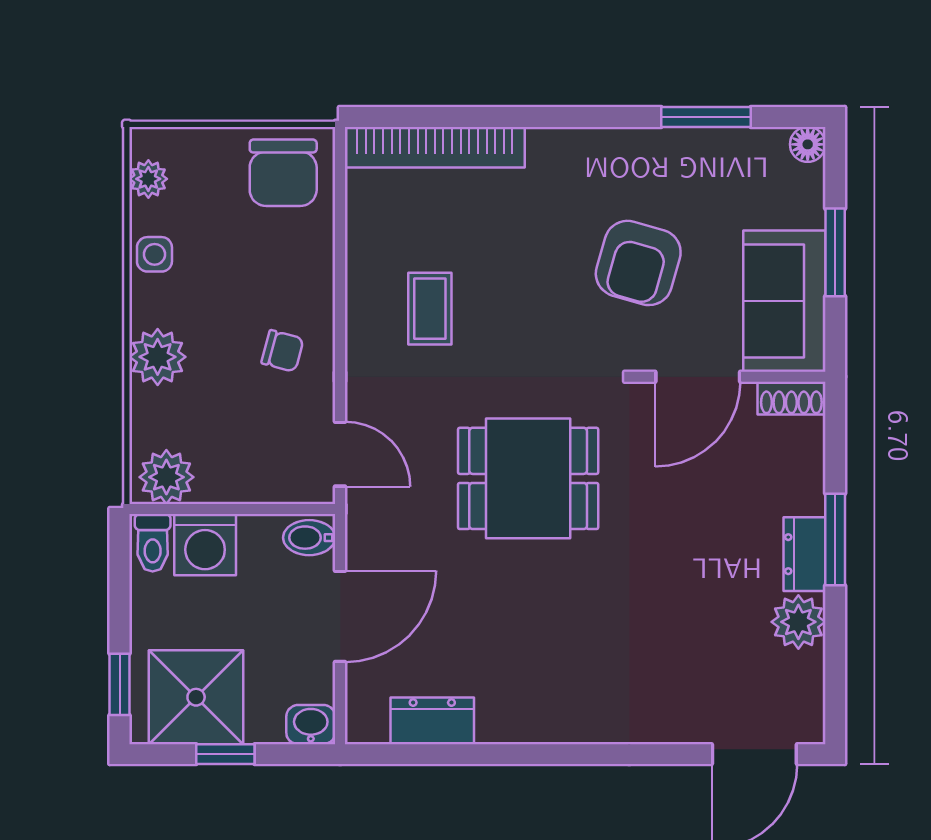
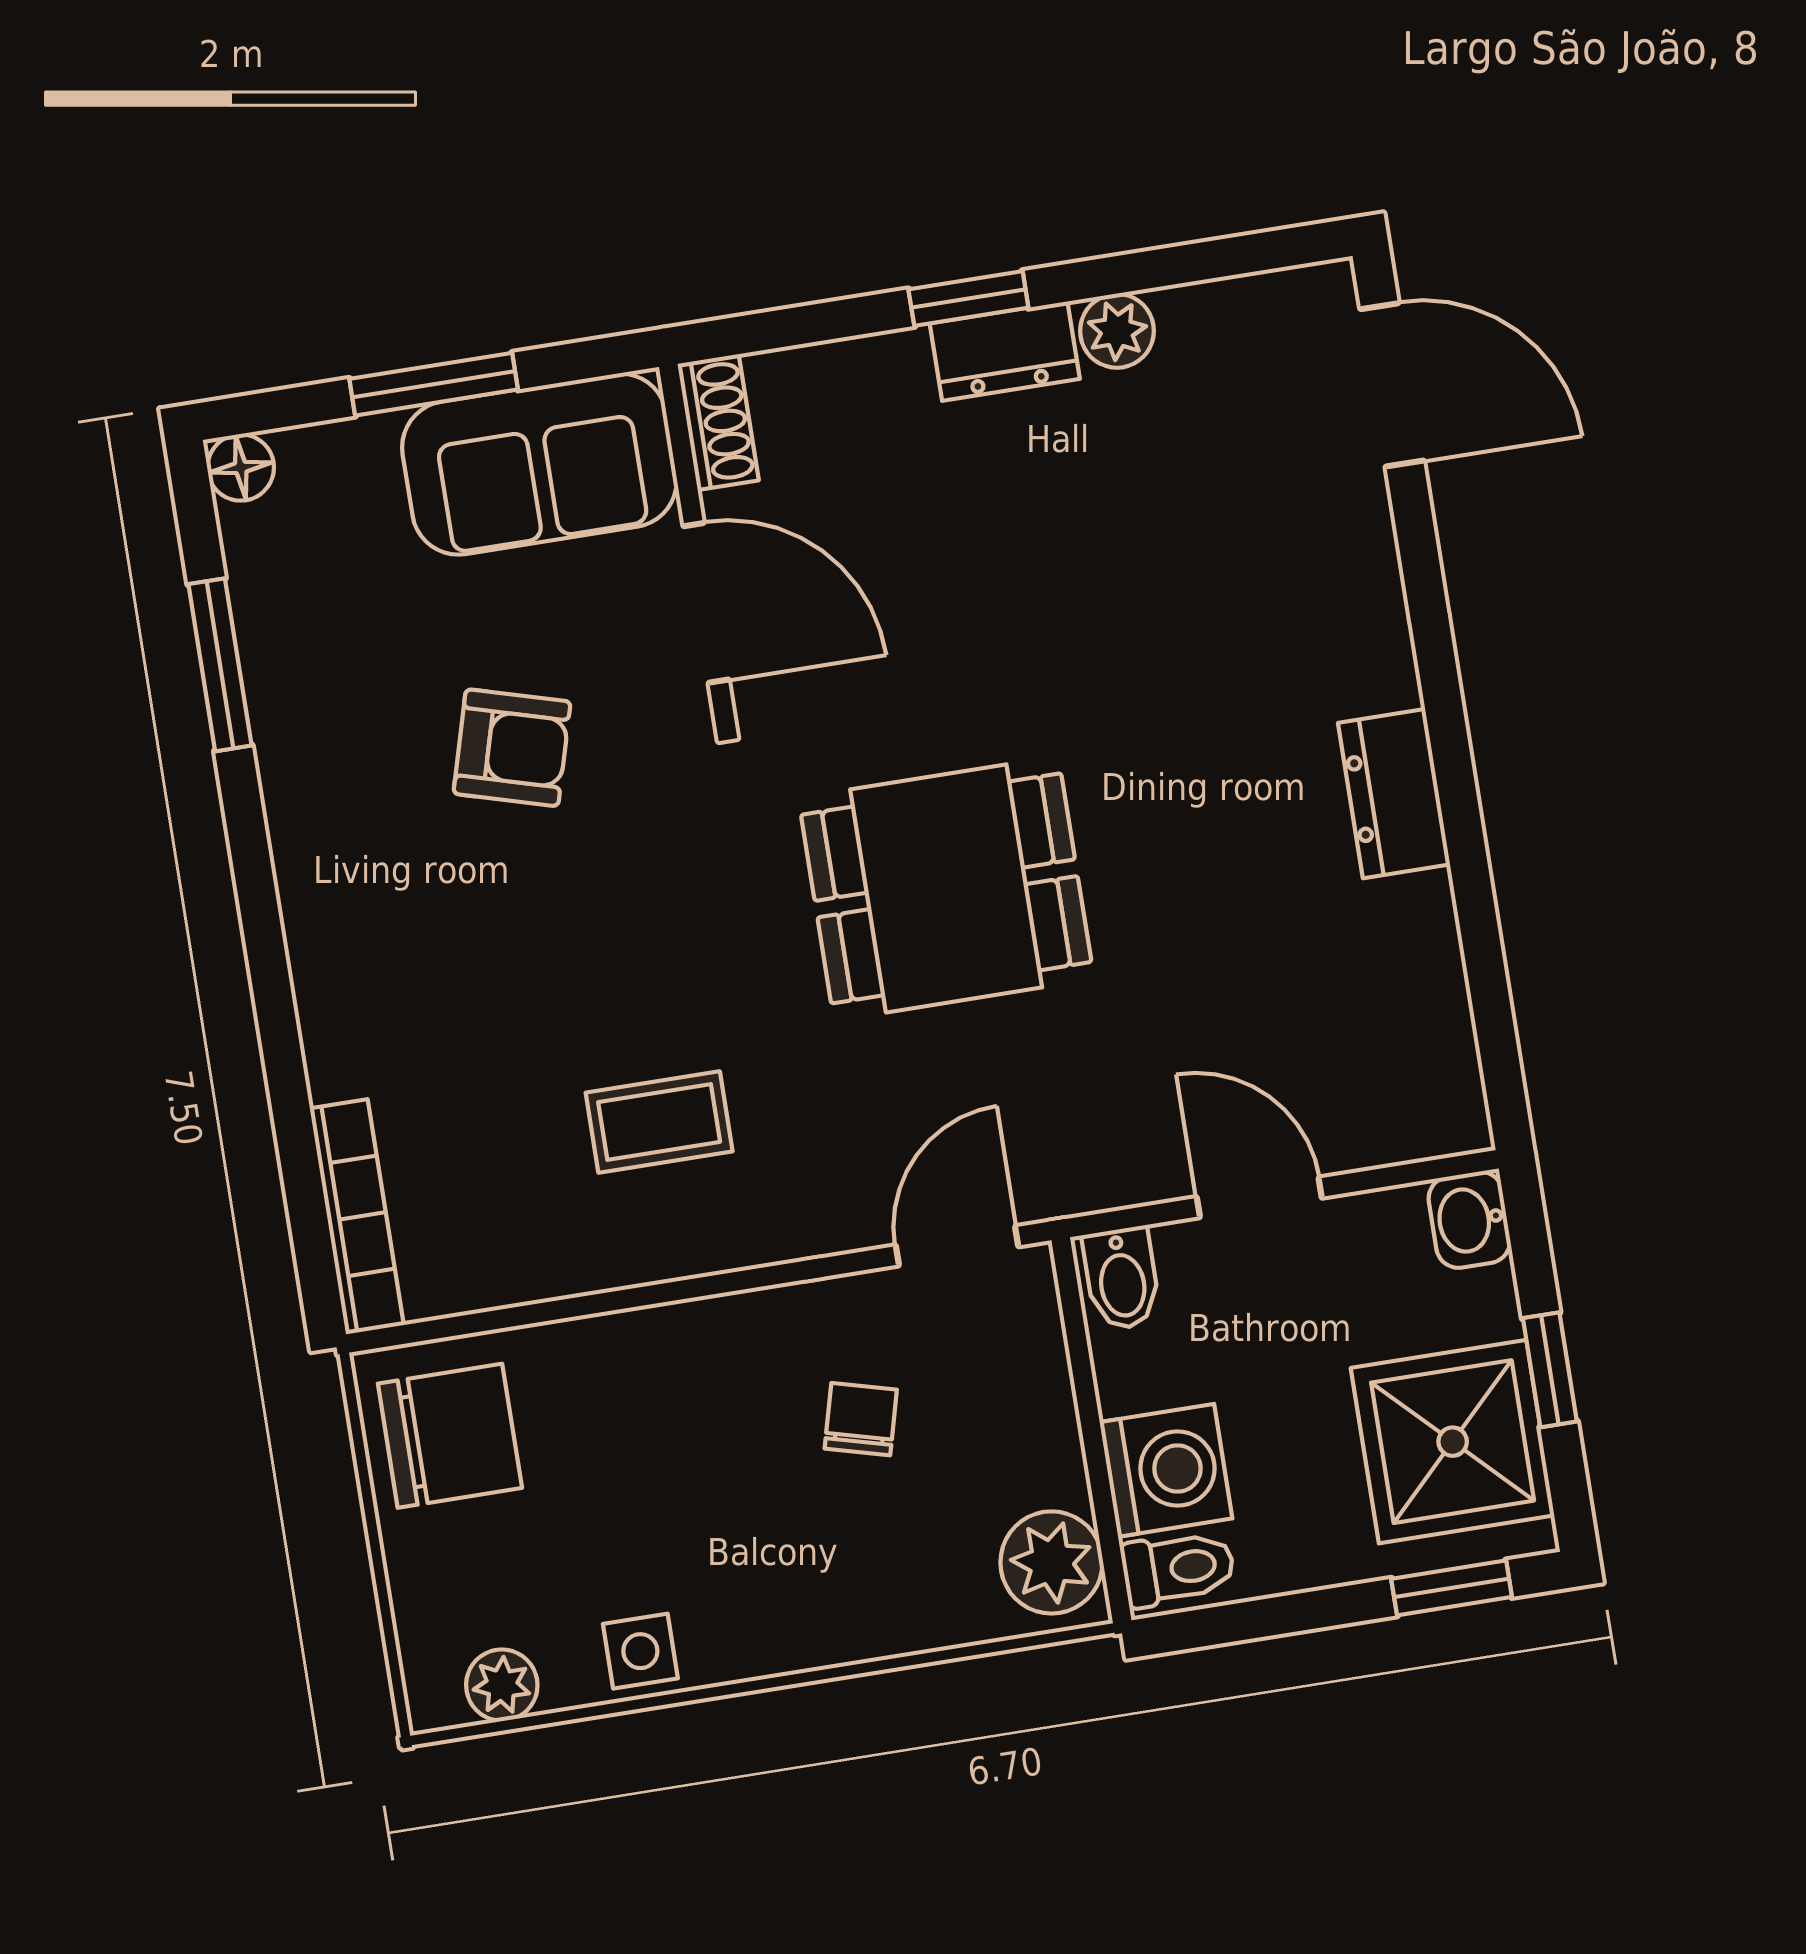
bookcase: (435, 147) -> (357, 1217), width x0.68, depth x0.76
armchair: (638, 263) -> (512, 748), width x0.72, depth x0.72
chair: (282, 351) -> (861, 1419), moved
plant: (158, 357) -> (830, 1615), removed
dining table: (528, 478) -> (946, 888), turned 90
window: (835, 540) -> (968, 299), width x0.67
door: (340, 616) -> (1259, 1197), width x0.73
plant: (798, 622) -> (1117, 331), width x0.73, depth x0.73
dresser: (432, 721) -> (1394, 794), moved

